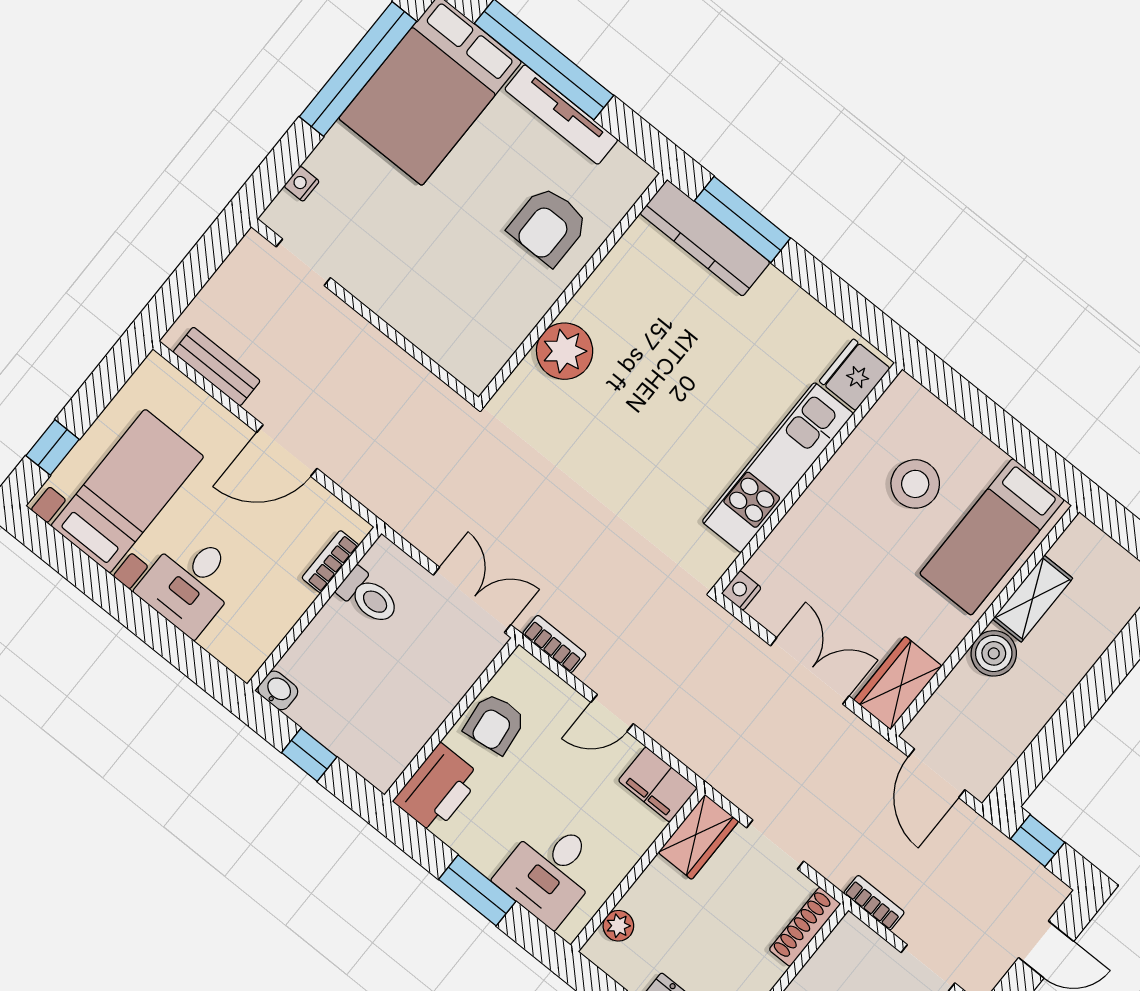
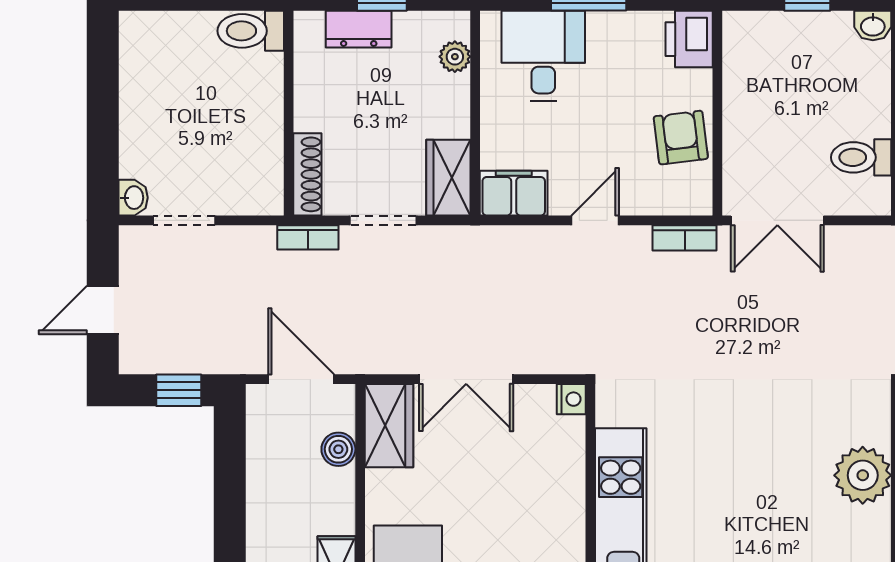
boiler: (994, 653) -> (338, 449), moved, width x0.73, depth x0.73
printer: (437, 789) -> (689, 39), width x0.73, depth x0.84
bookcase: (874, 903) -> (308, 237), moved

